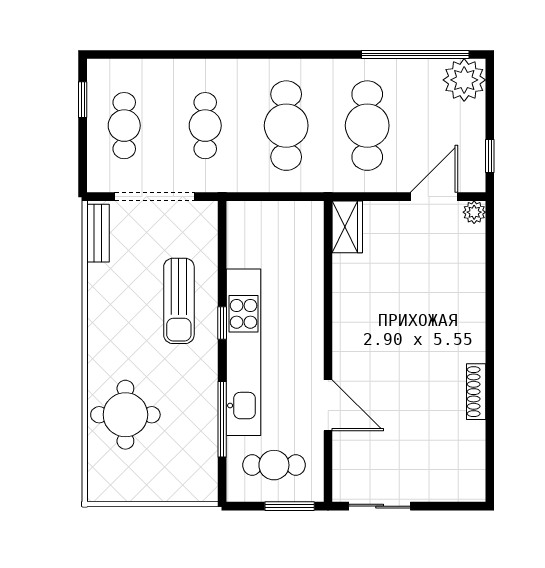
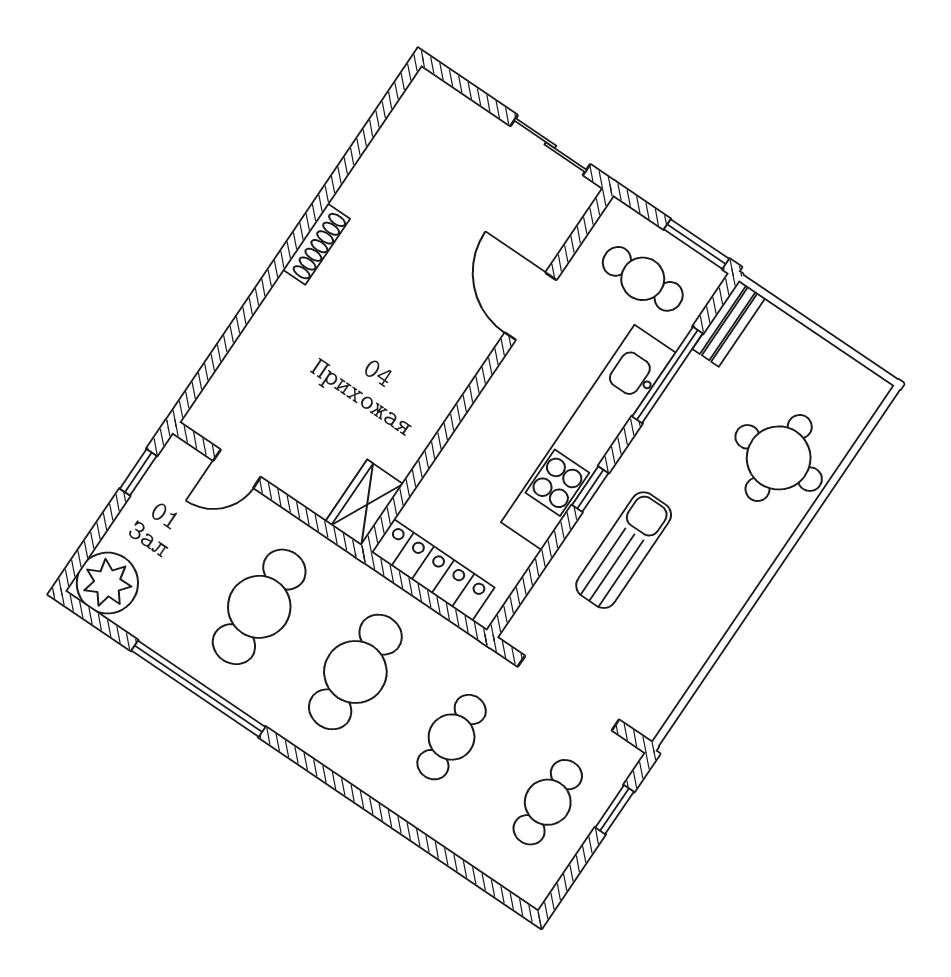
window: (415, 54) -> (198, 689), moved
window: (83, 100) -> (615, 810), moved
door: (434, 197) -> (237, 469), width x0.73
plant: (474, 212) -> (202, 418), removed
locker: (281, 215) -> (433, 570), added
bench: (98, 233) -> (729, 323), moved
shoe rack: (476, 392) -> (316, 244), moved
window: (290, 506) -> (696, 244), moved

